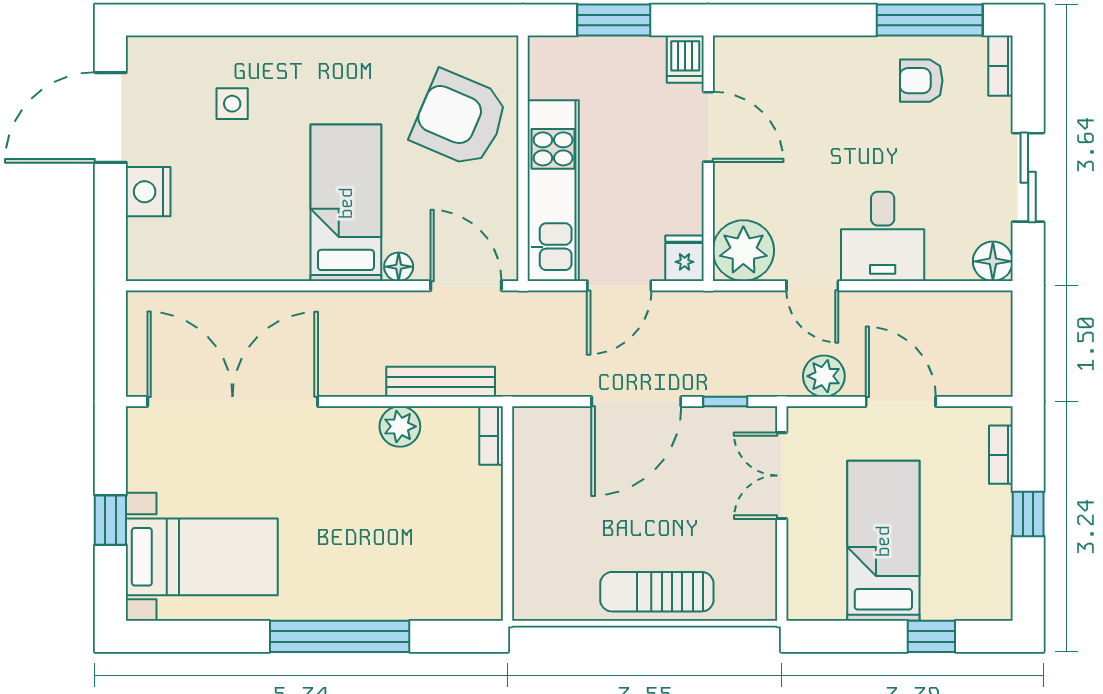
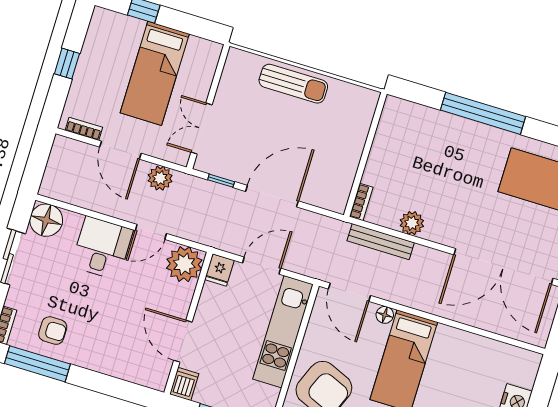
floor lamp: (993, 261) -> (46, 220), width x1.38, depth x1.38
door: (812, 286) -> (151, 232), swing flipped
bookcase: (1001, 455) -> (84, 129), moved, turned -90
double door: (782, 476) -> (202, 128), swing flipped

